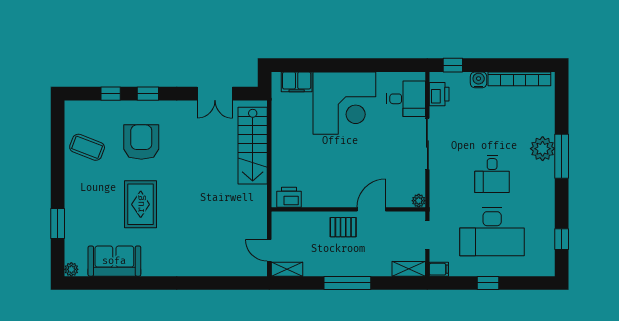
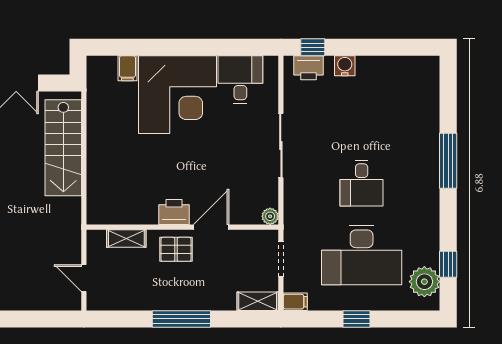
bookcase: (519, 79) -> (396, 65), removed
filing cabinet: (297, 82) -> (127, 68), width x0.50
printer: (439, 94) -> (308, 68), moved, turned 90
desk: (406, 99) -> (240, 80), moved, turned -90
plant: (543, 149) -> (424, 282), moved
printer: (289, 197) -> (174, 212), moved
shelving: (287, 269) -> (126, 238), moved

